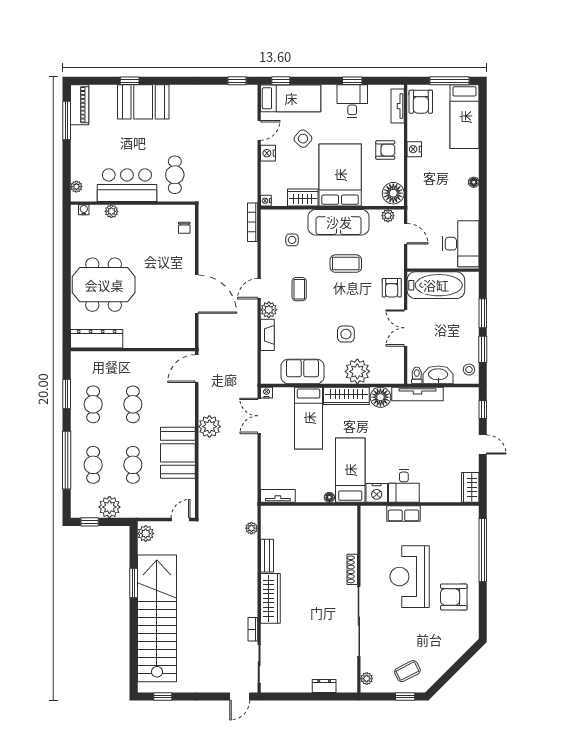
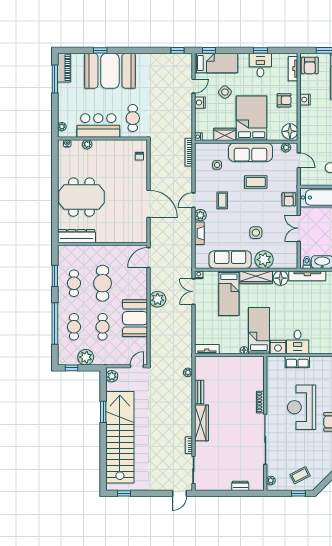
booth: (143, 102) -> (110, 71), width x1.36, depth x1.42
sofa: (302, 371) -> (230, 260), width x1.36
cafe table: (133, 404) -> (103, 283), width x1.37, depth x1.35

